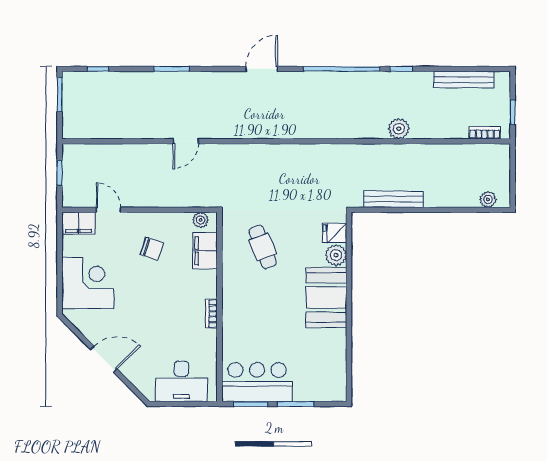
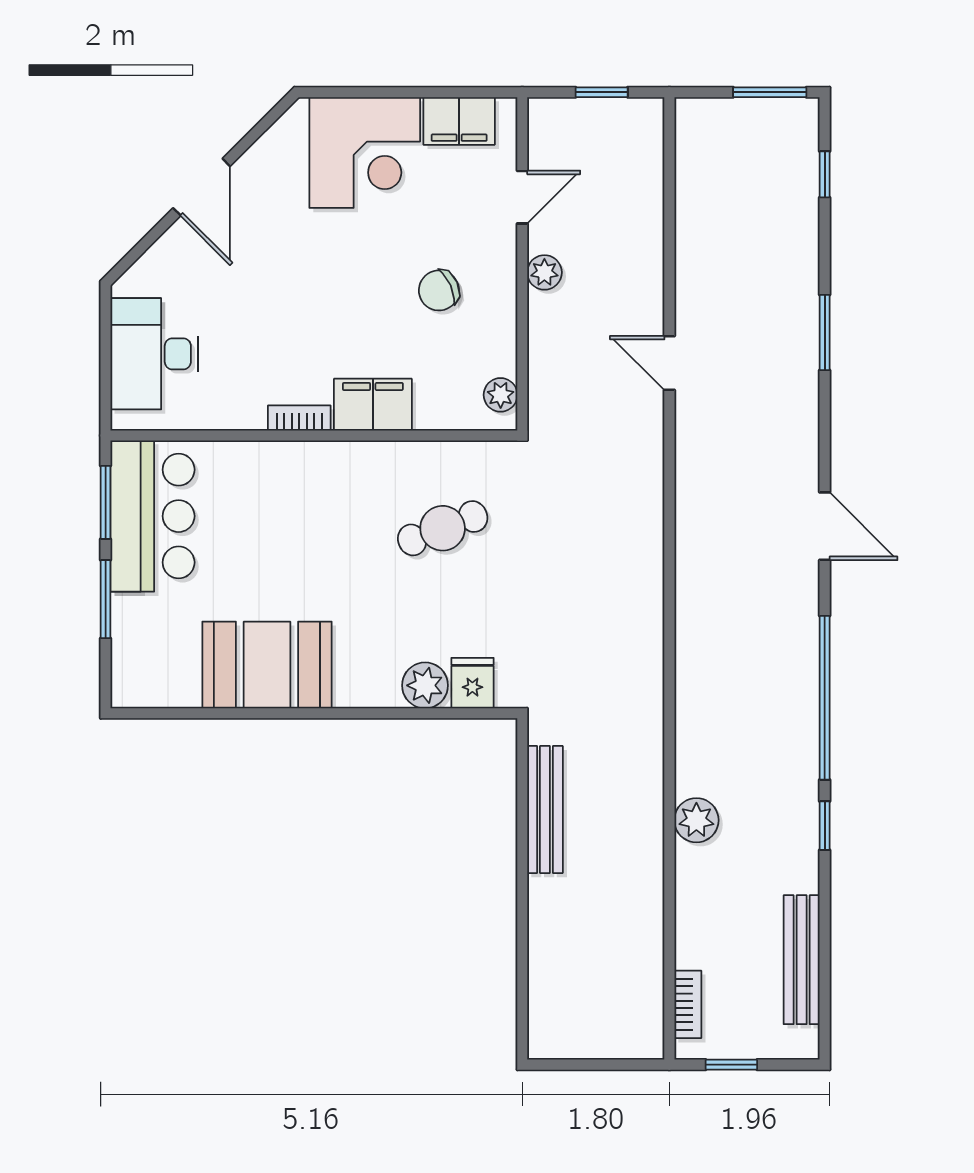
plant: (488, 199) -> (544, 272), moved
filing cabinet: (79, 223) -> (459, 121), moved, turned -90
chair: (152, 249) -> (439, 290), turned 48
filing cabinet: (205, 251) -> (373, 405), moved
booth: (326, 297) -> (267, 665), moved

